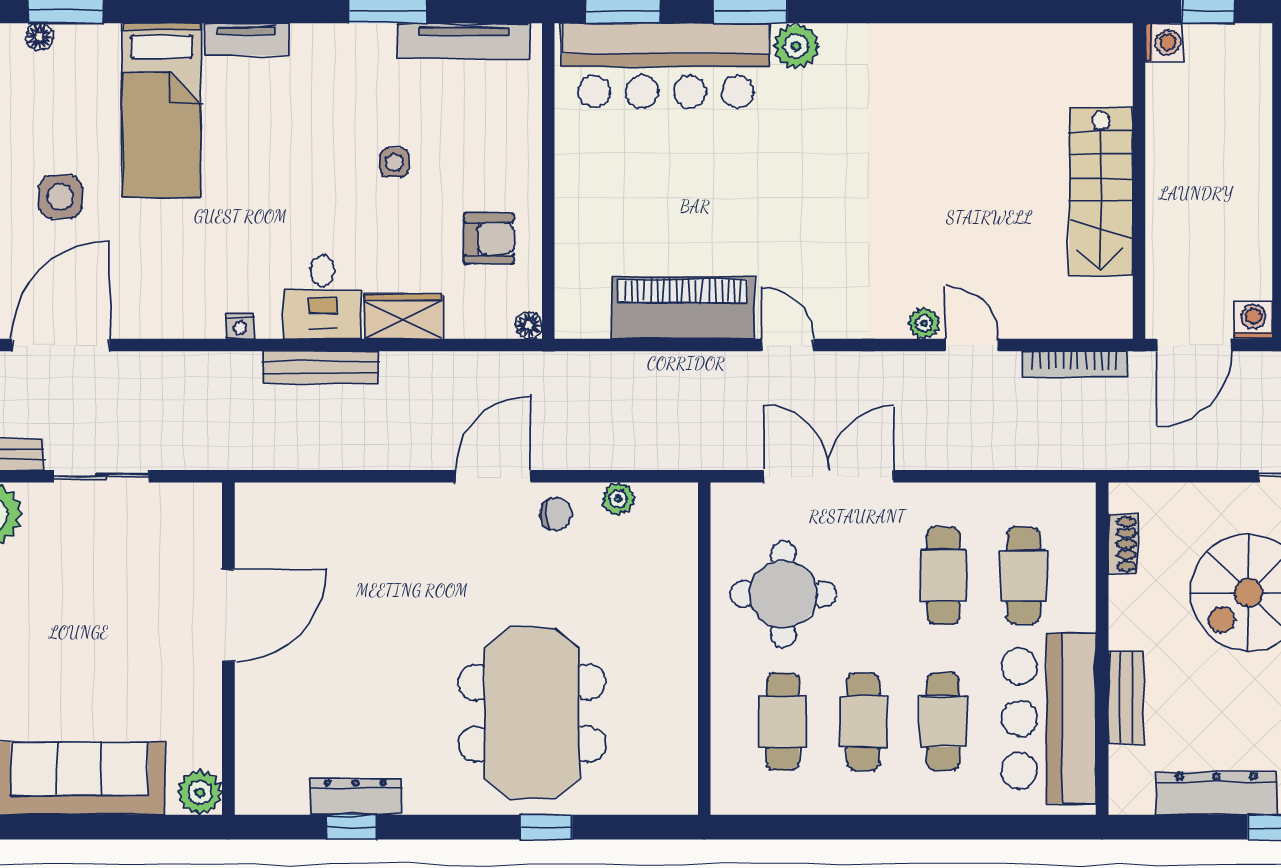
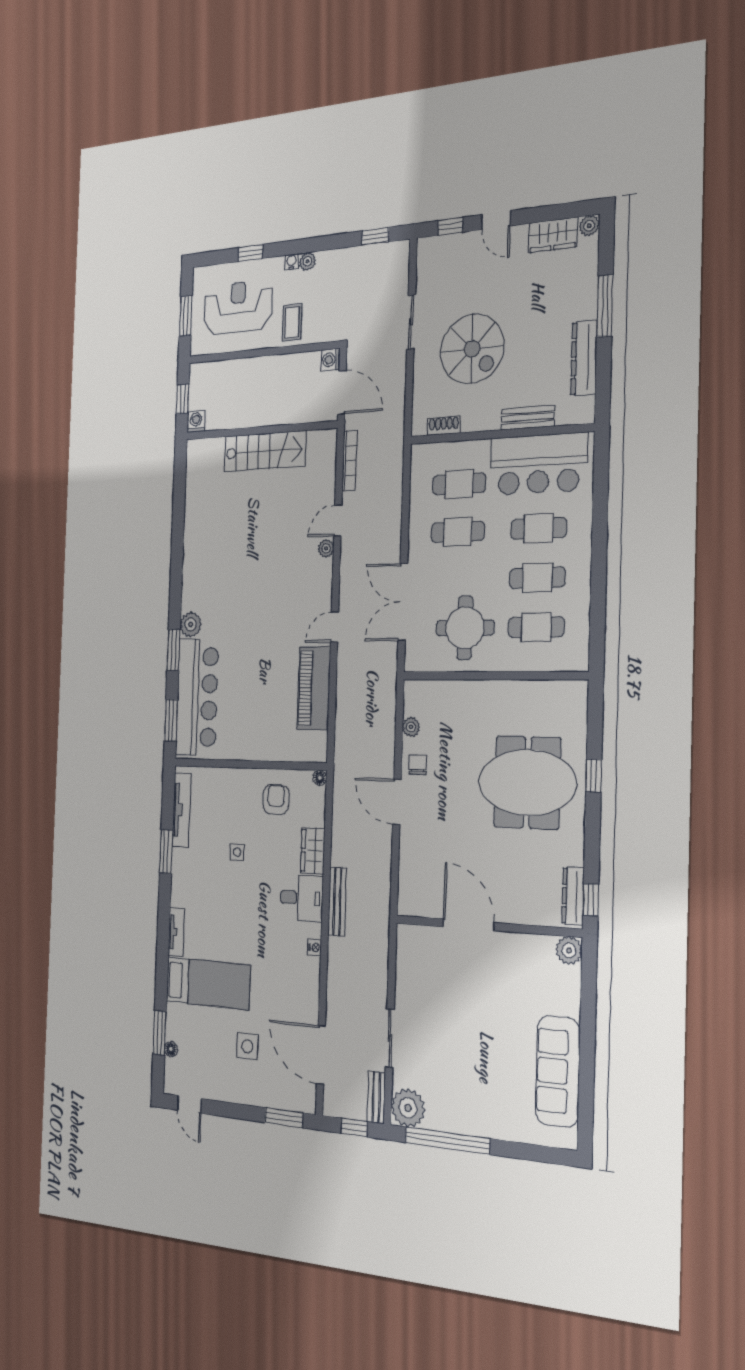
door: (228, 615) -> (469, 925), moved
wall: (228, 649) -> (487, 926), moved
plant: (200, 792) -> (569, 950), moved

